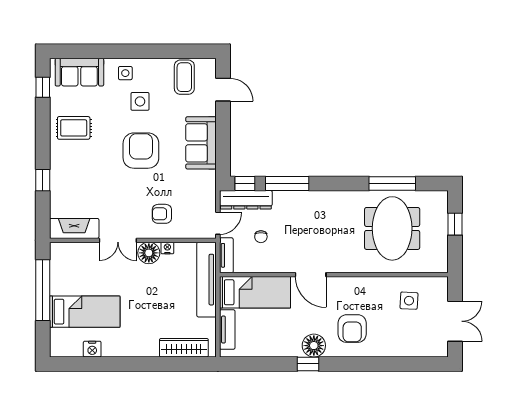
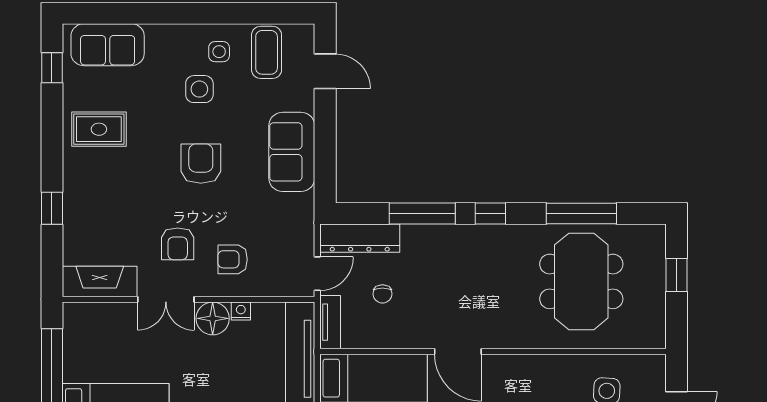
side table: (125, 73) -> (219, 52), moved
armchair: (141, 151) -> (201, 164), width x0.73, depth x0.73
window: (245, 184) -> (490, 214), moved
armchair: (126, 204) -> (178, 244), added

